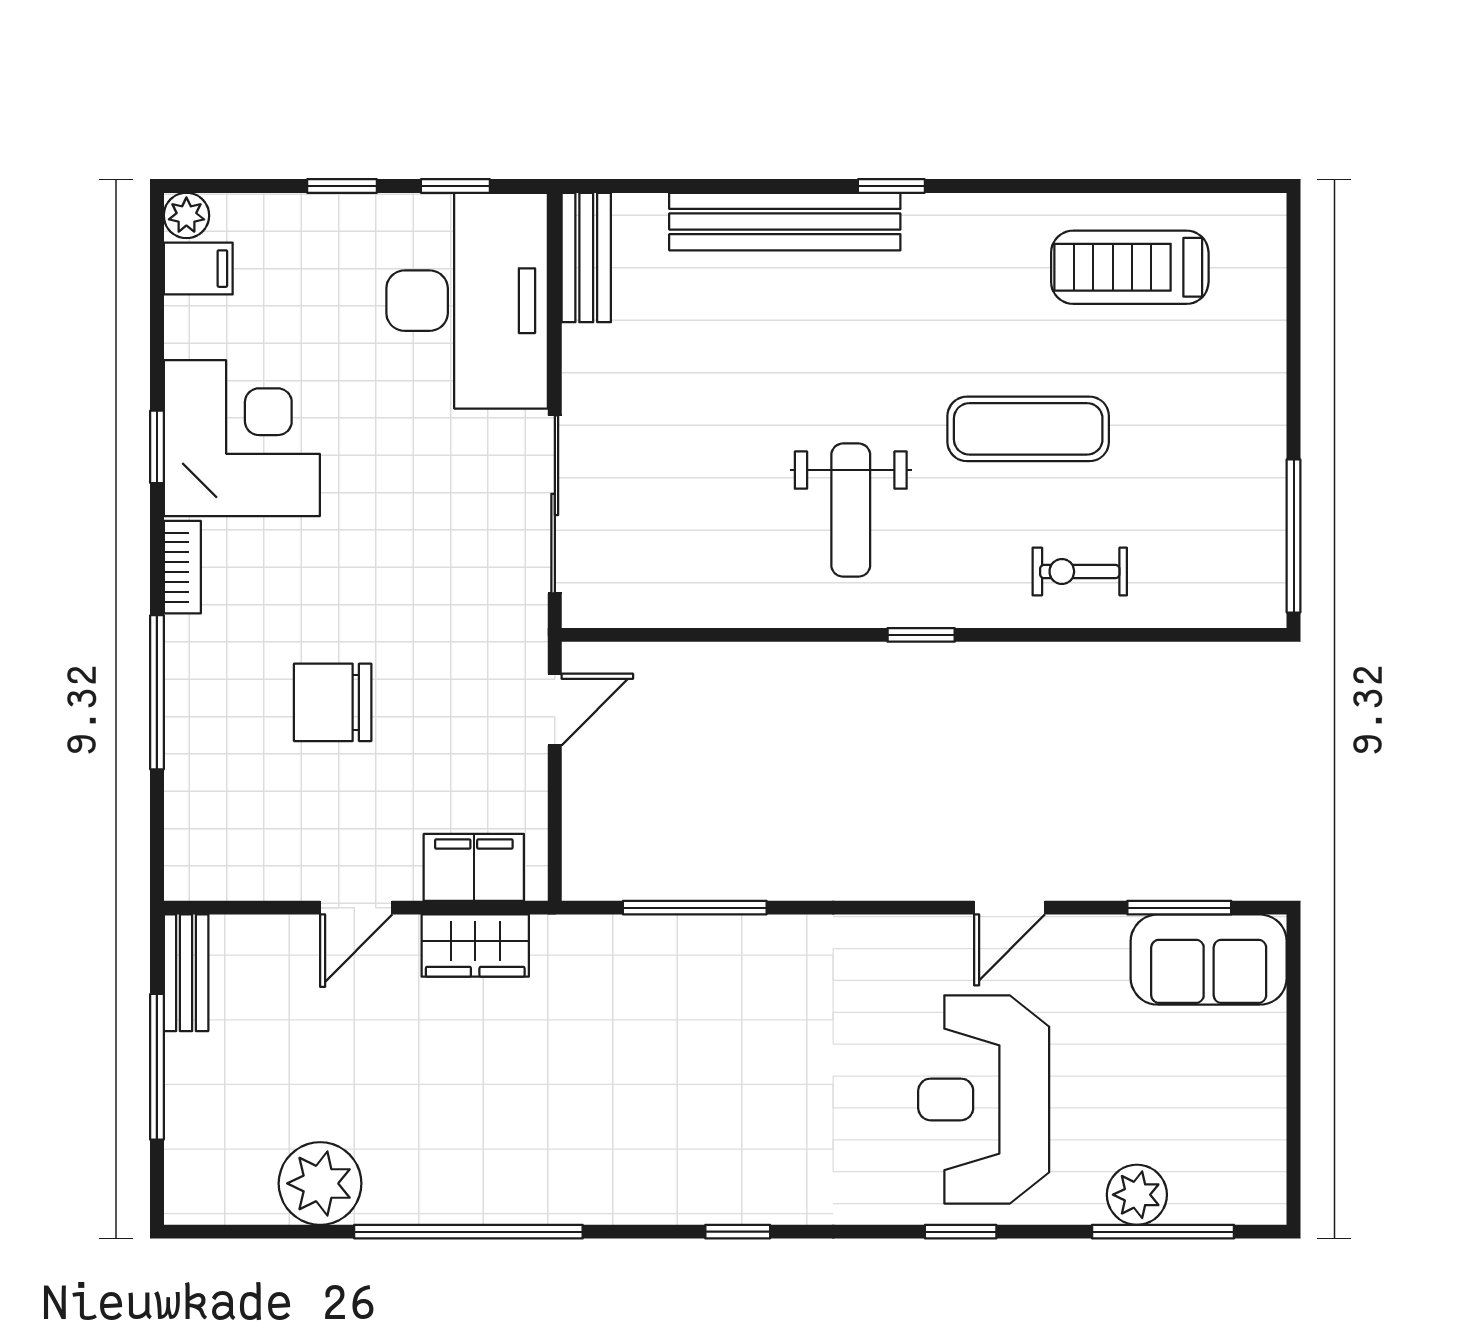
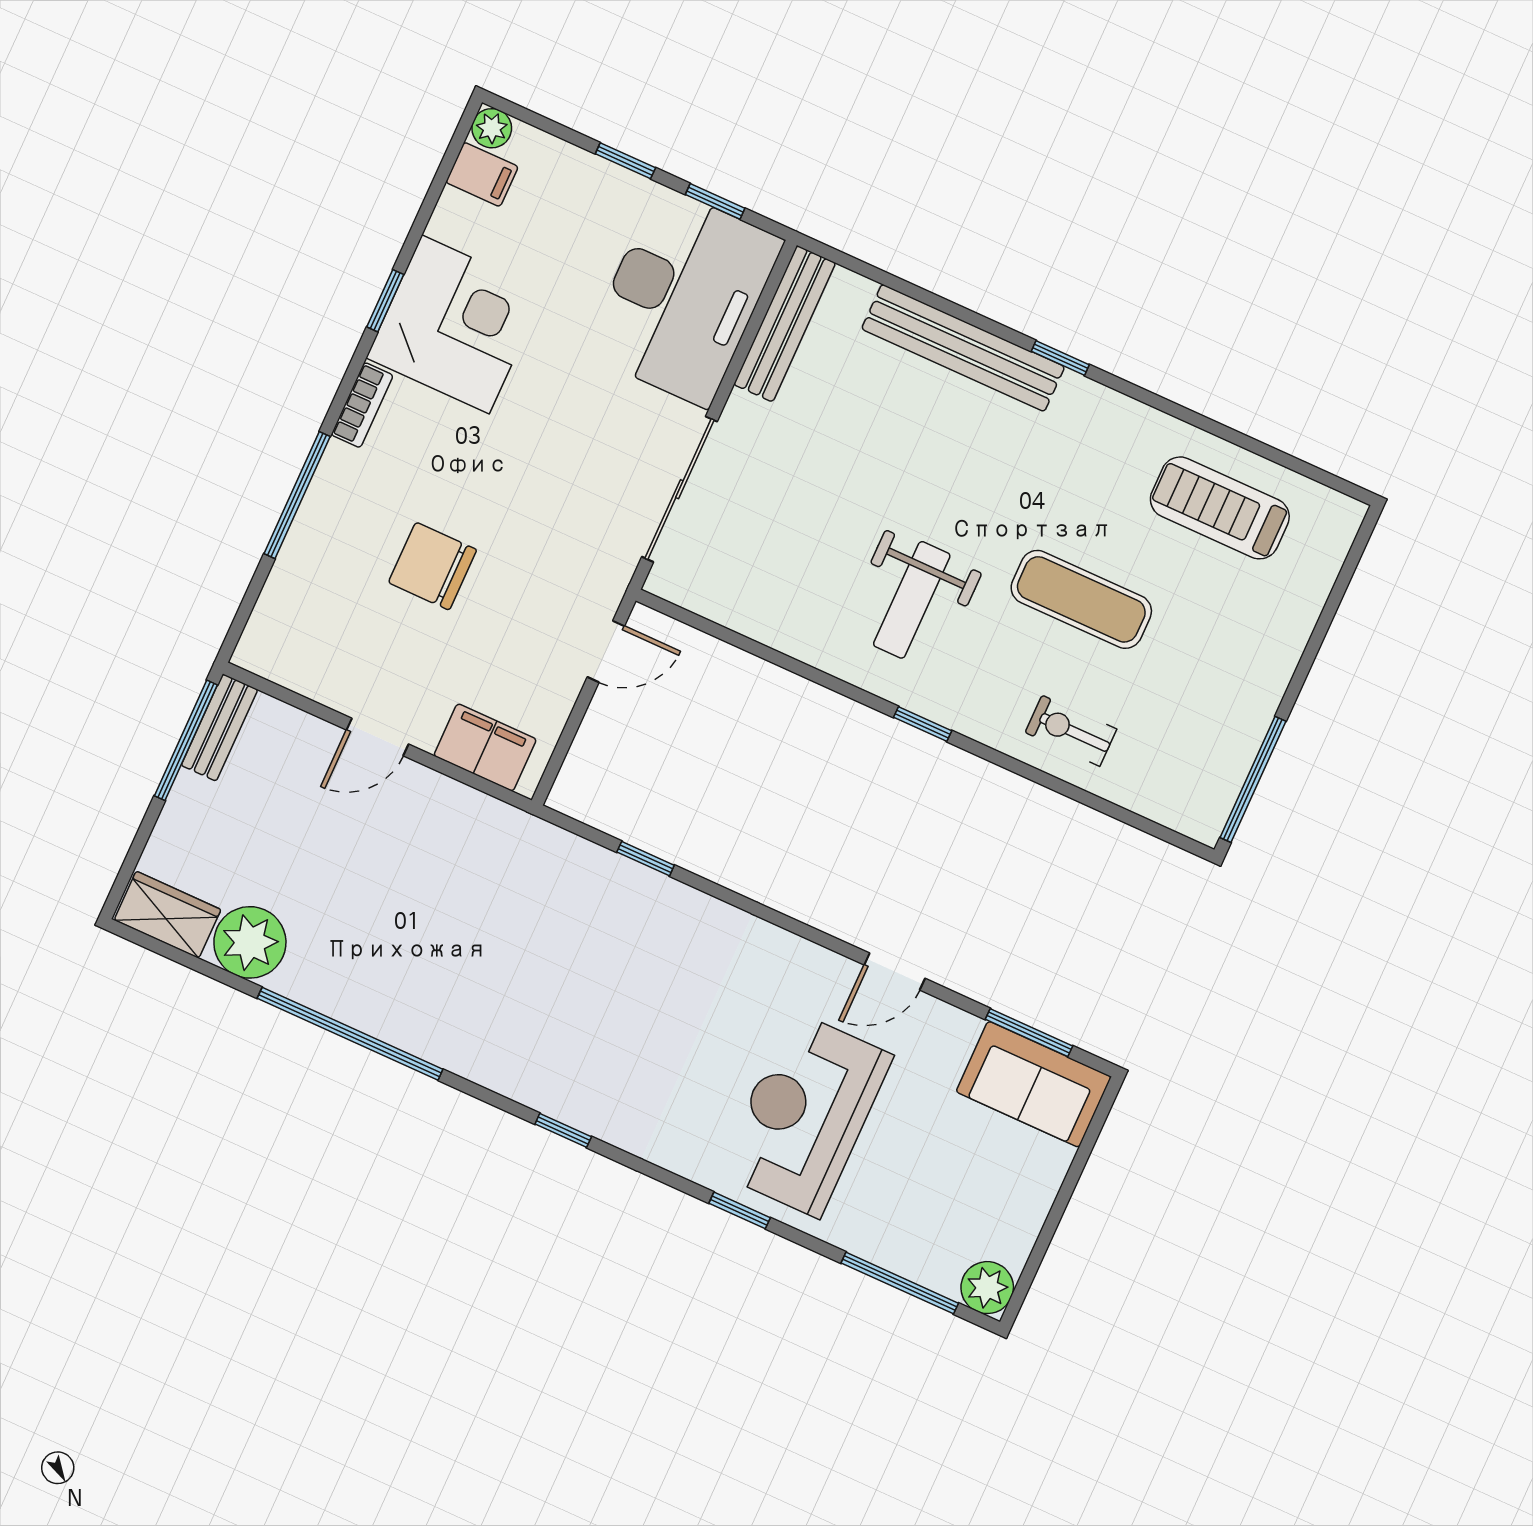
bench: (586, 257) -> (785, 324), width x1.36
window: (695, 908) -> (646, 859), width x0.46
wardrobe: (475, 946) -> (167, 915), moved, turned 180
window: (157, 1067) -> (186, 740), moved
plant: (1137, 1195) -> (987, 1288), moved

